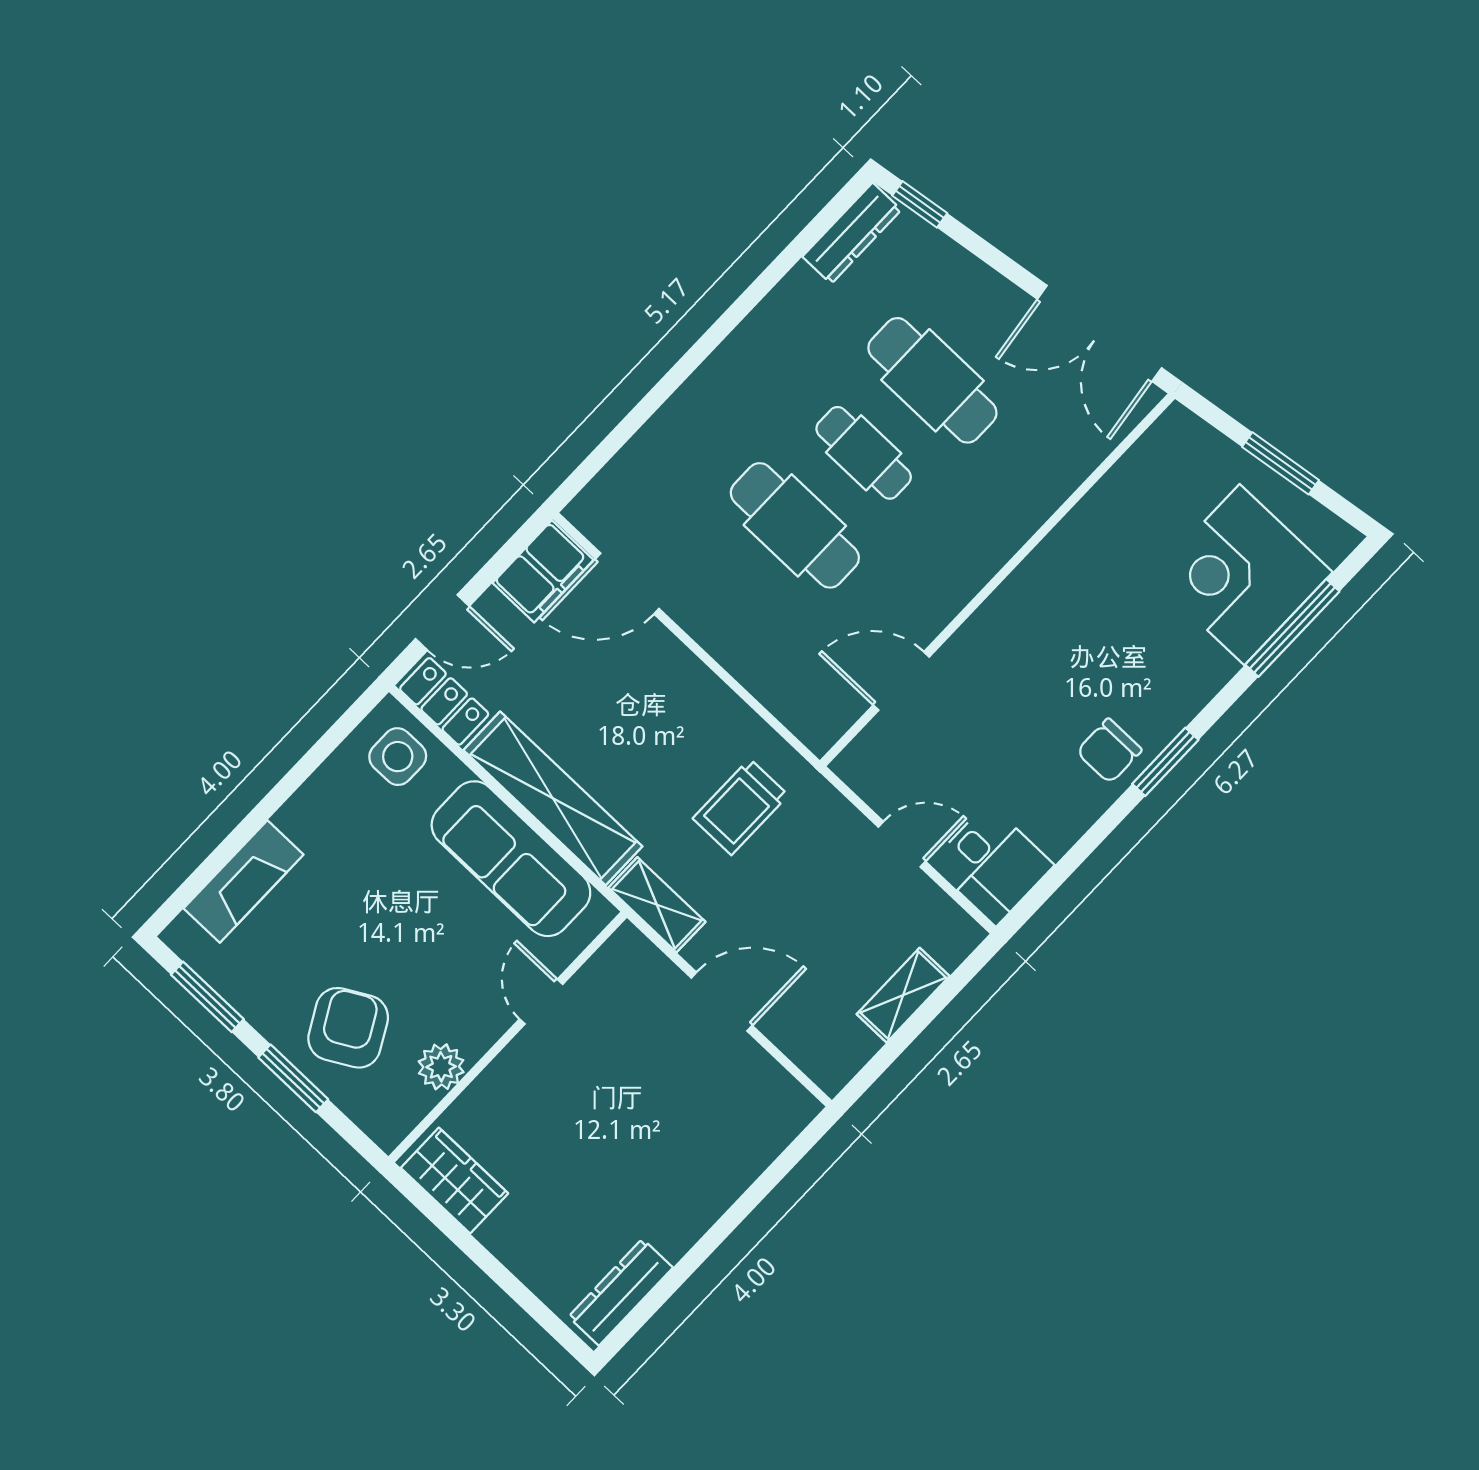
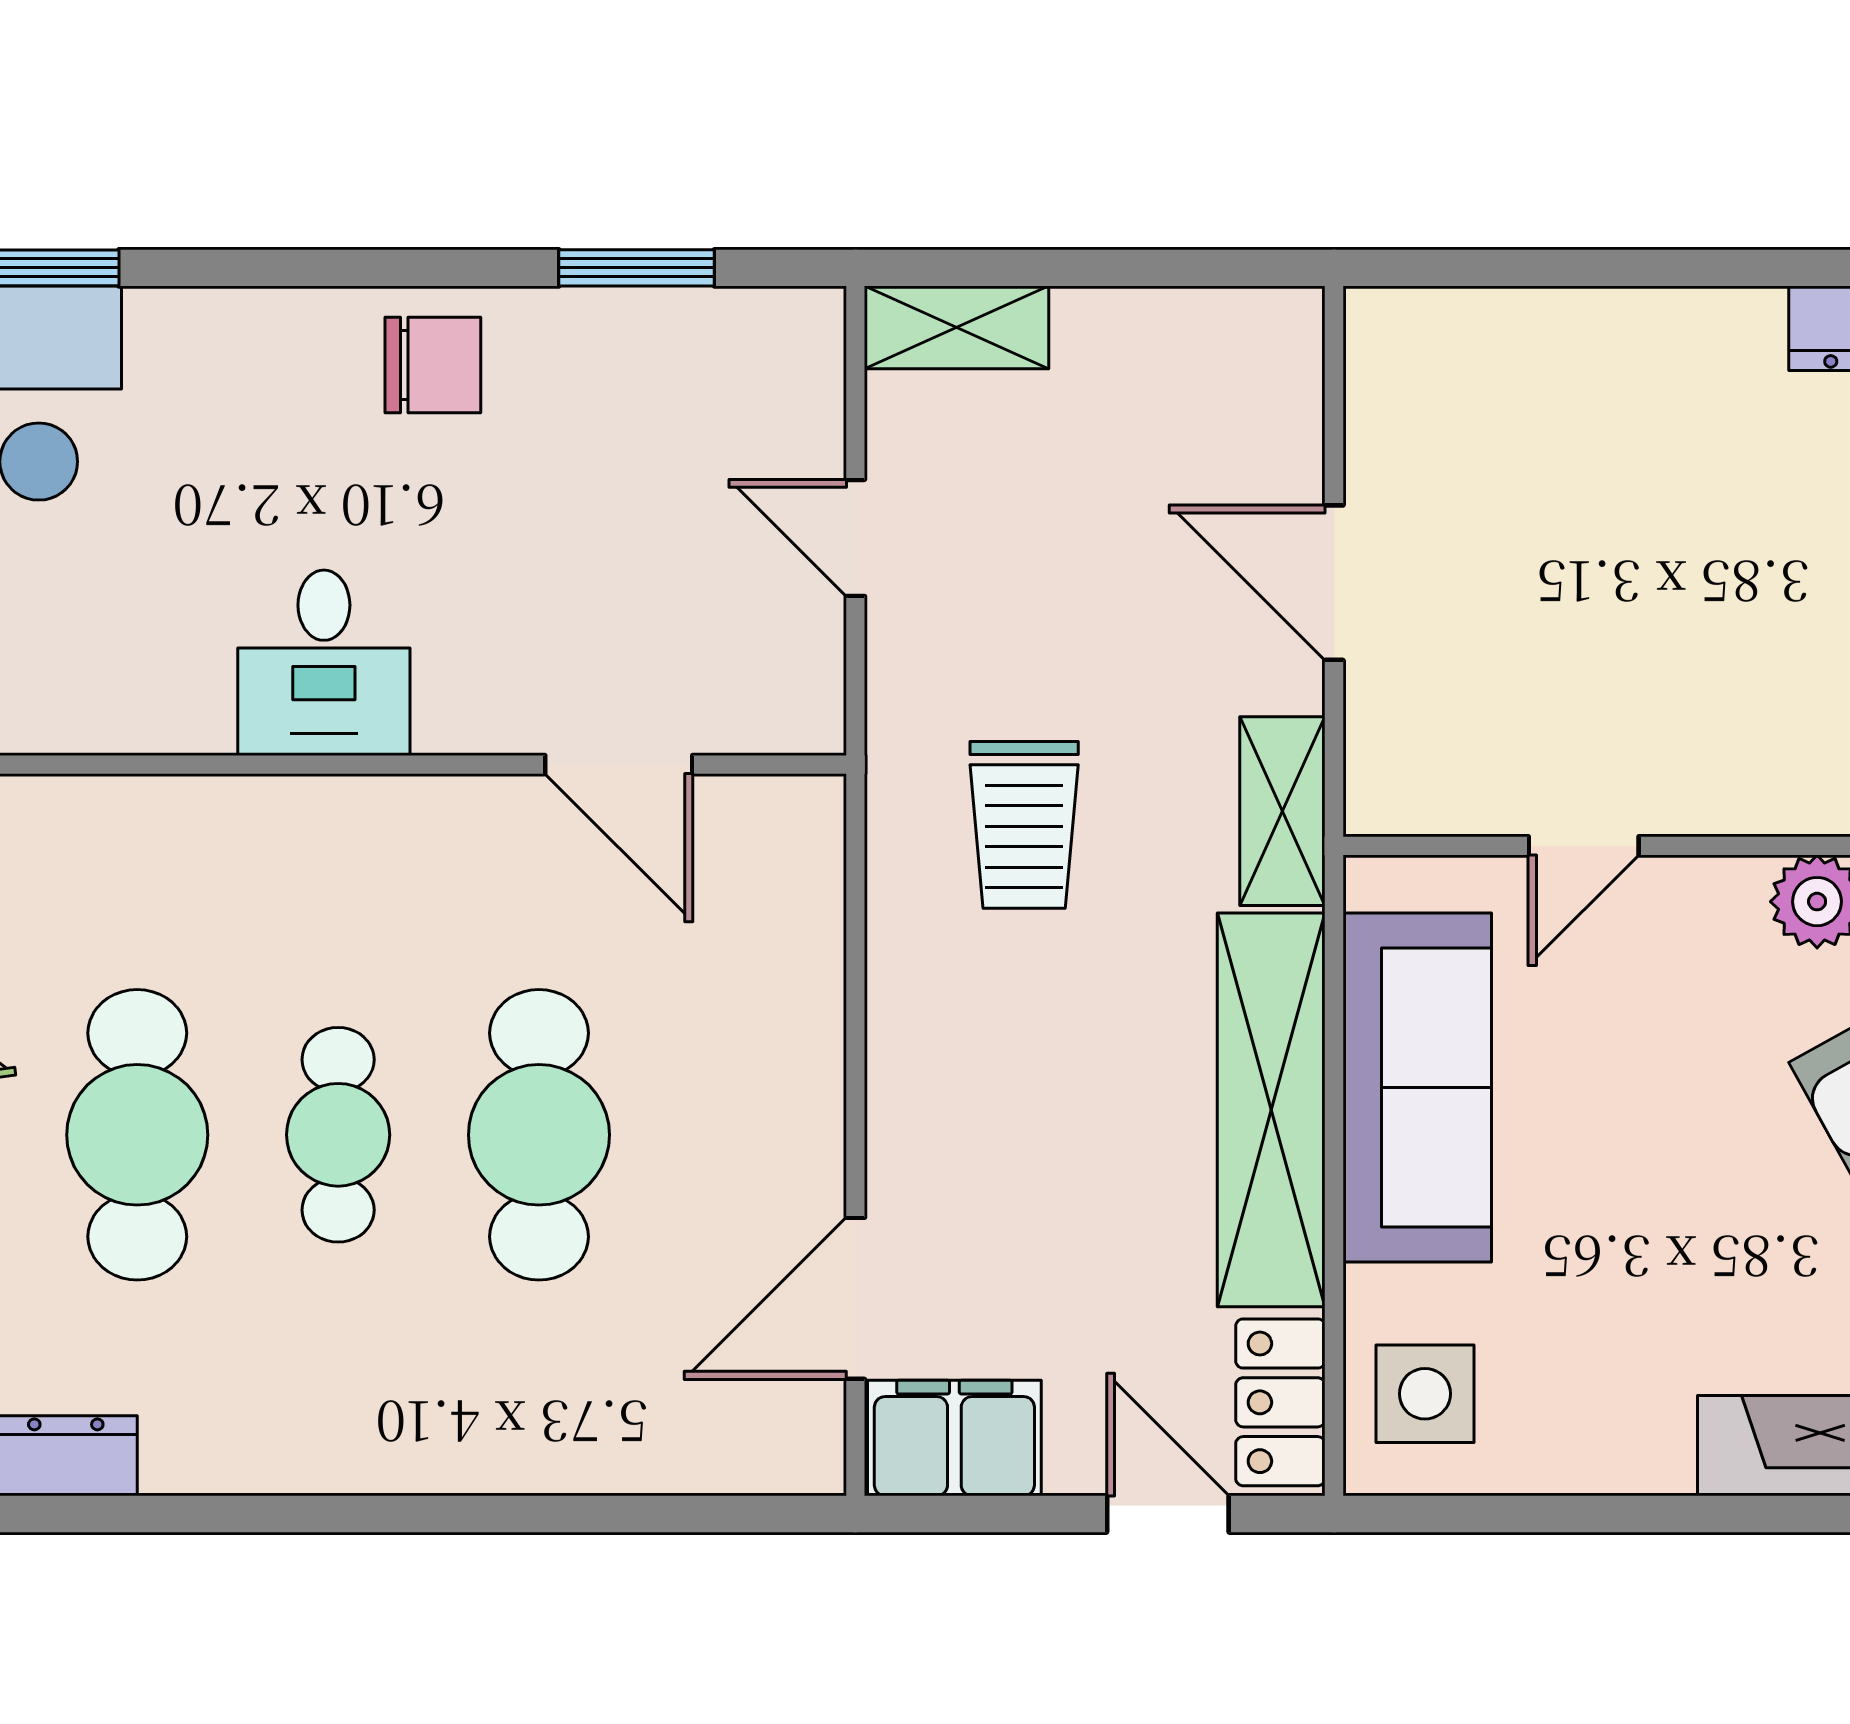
door: (627, 584) -> (855, 1298), swing flipped
window: (1165, 762) -> (637, 268), moved
trolley: (740, 807) -> (1024, 825), turned 90
desk: (992, 864) -> (324, 663), moved, turned 180
shelving: (903, 995) -> (957, 327), moved

